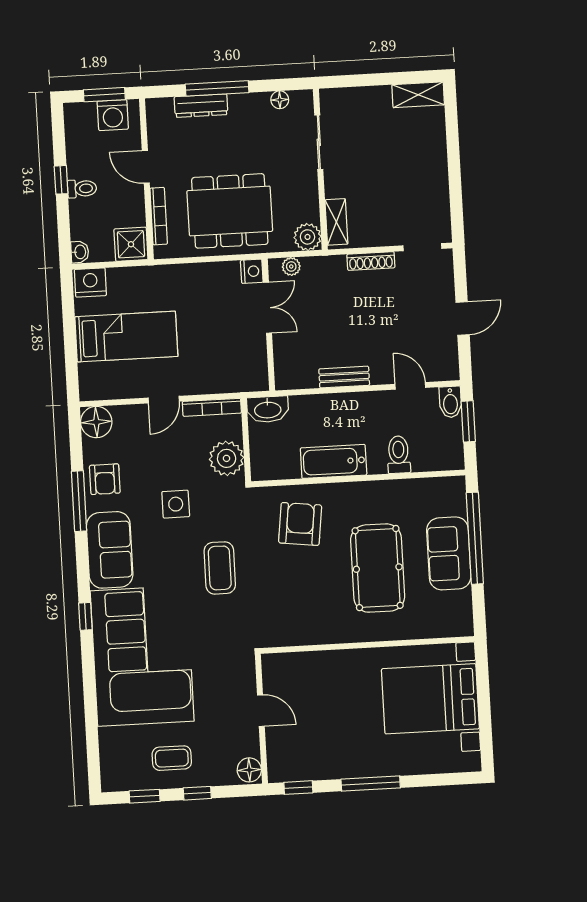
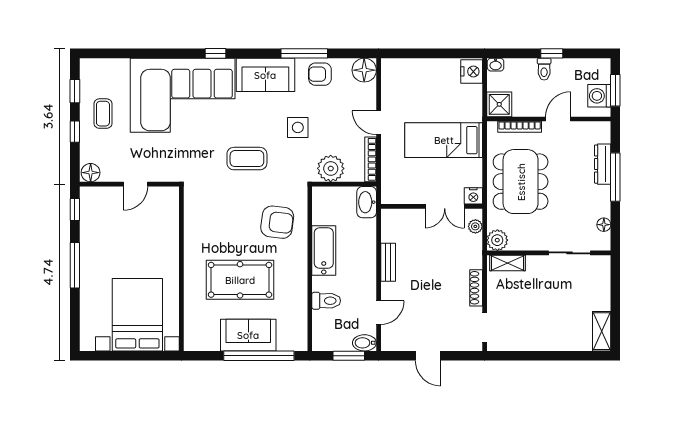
bed: (126, 337) -> (444, 140), moved, turned 90

